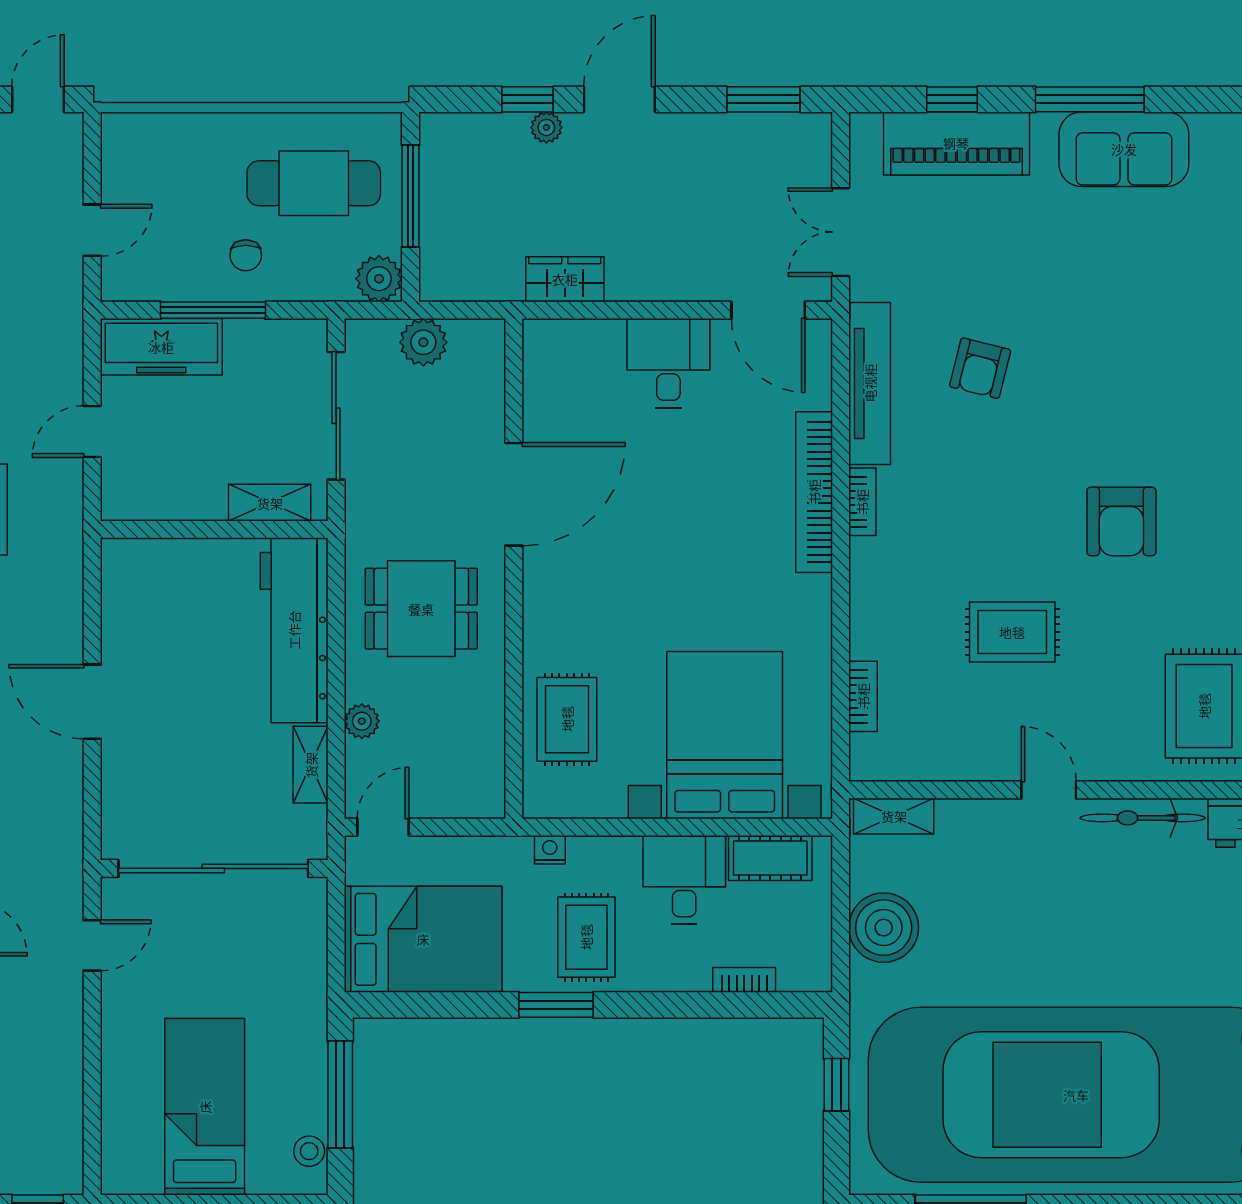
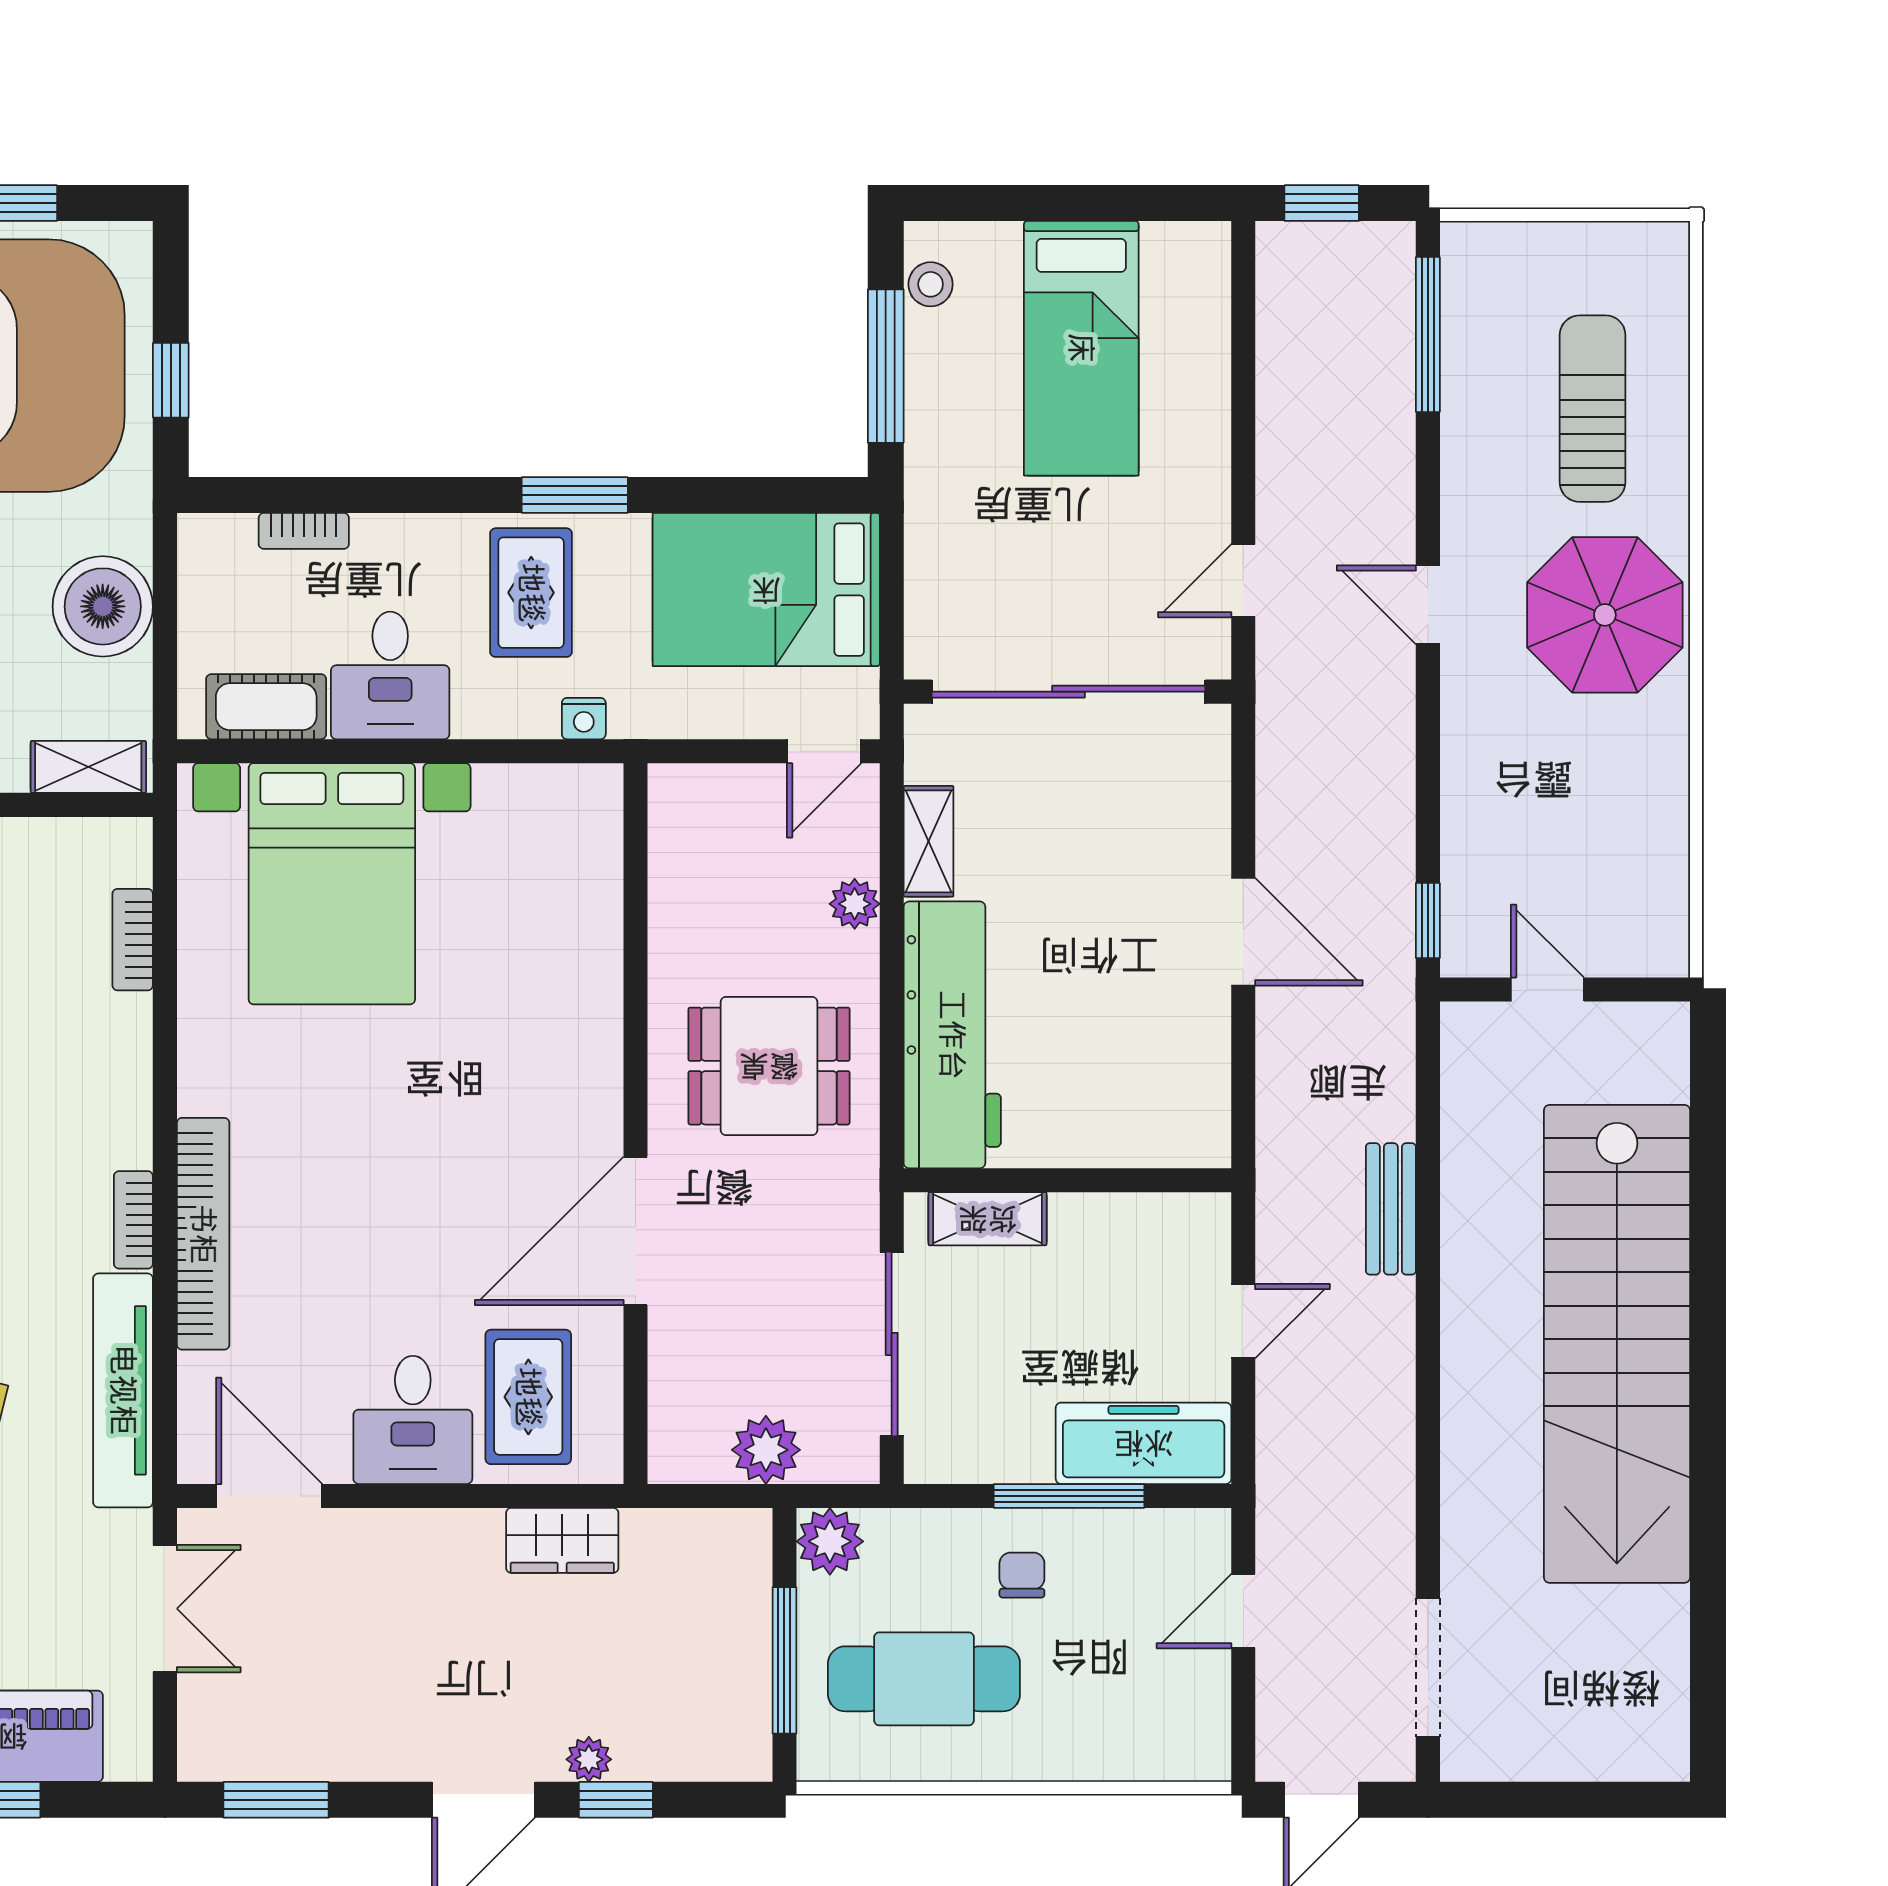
rug: (567, 719) -> (528, 1397), moved

